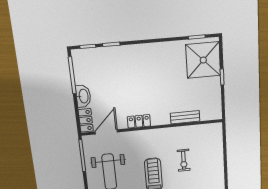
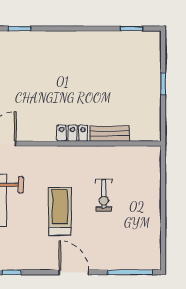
shower: (203, 60) -> (139, 59), removed
locker: (139, 121) -> (72, 133), moved

